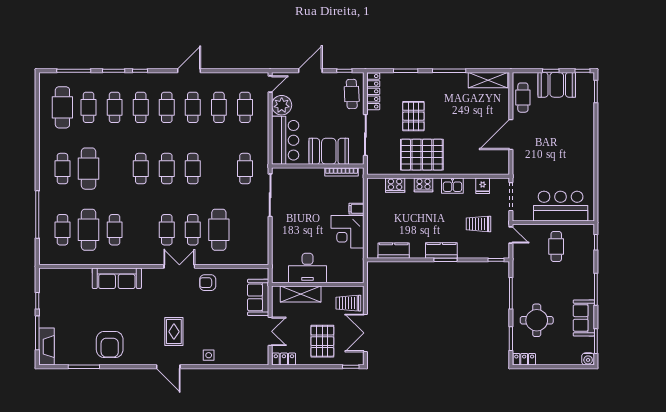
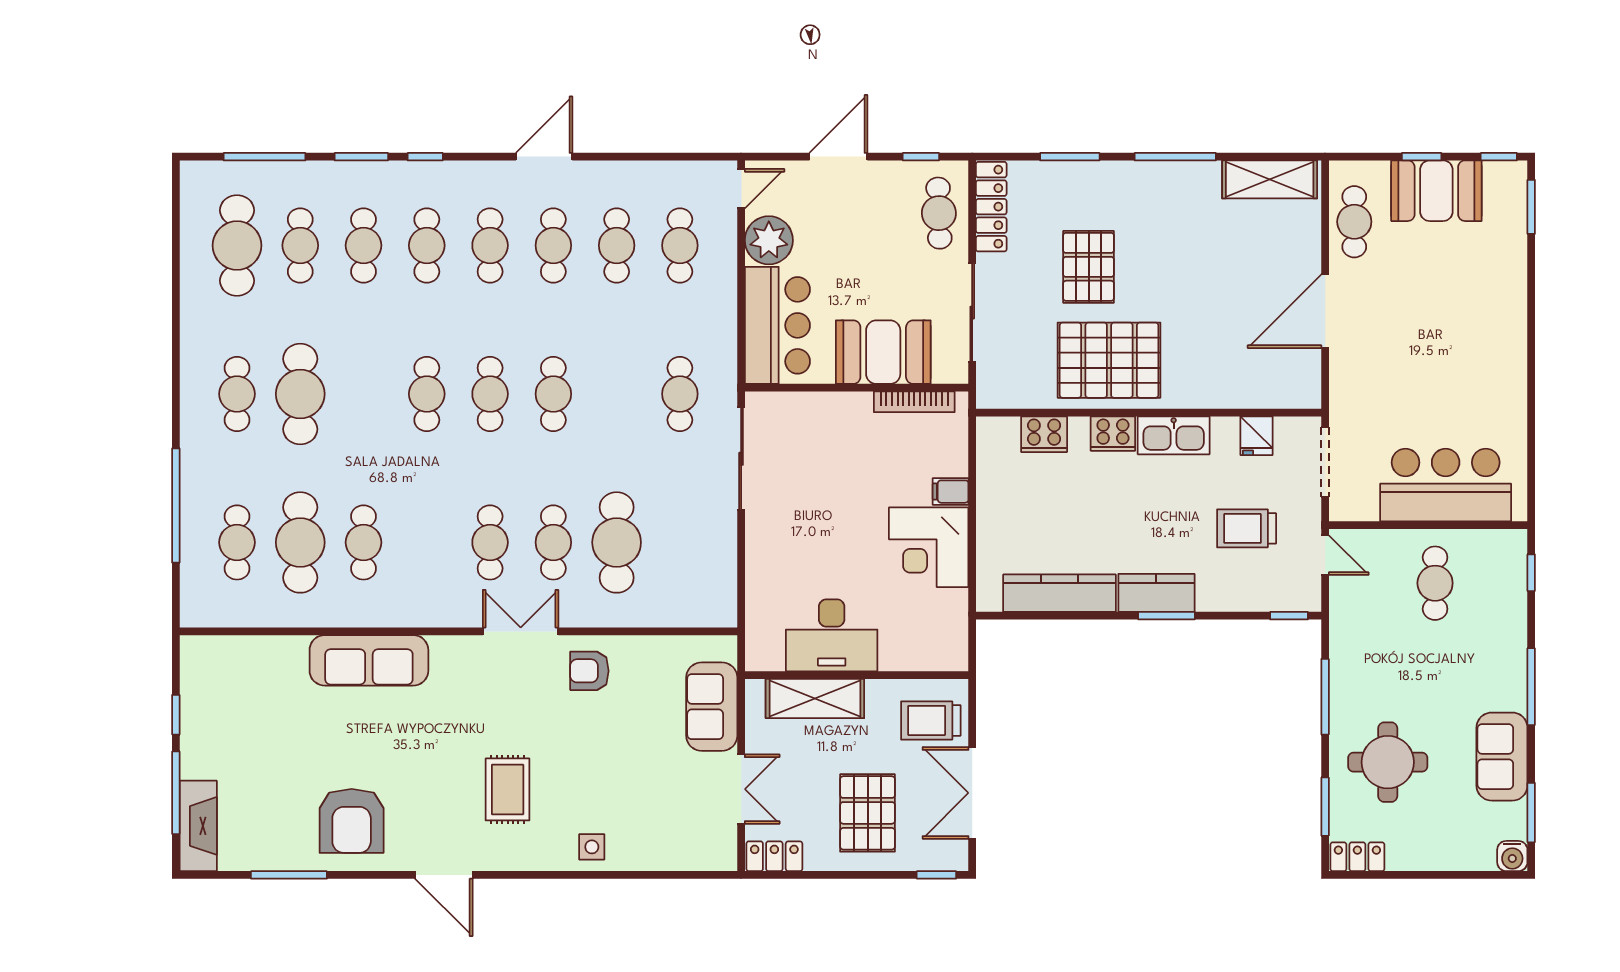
kitchen sink: (452, 186) -> (1174, 435), width x1.38
kitchen counter: (394, 251) -> (1060, 593), width x1.50
door: (168, 367) -> (444, 875), moved

